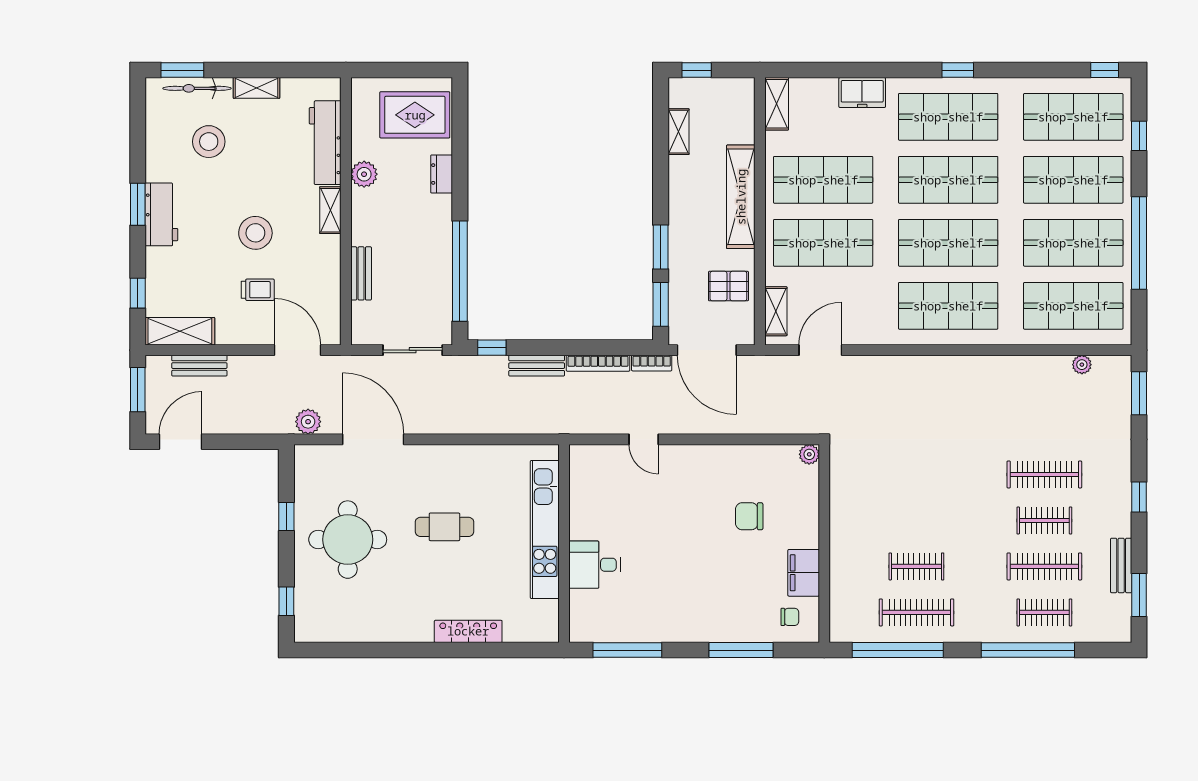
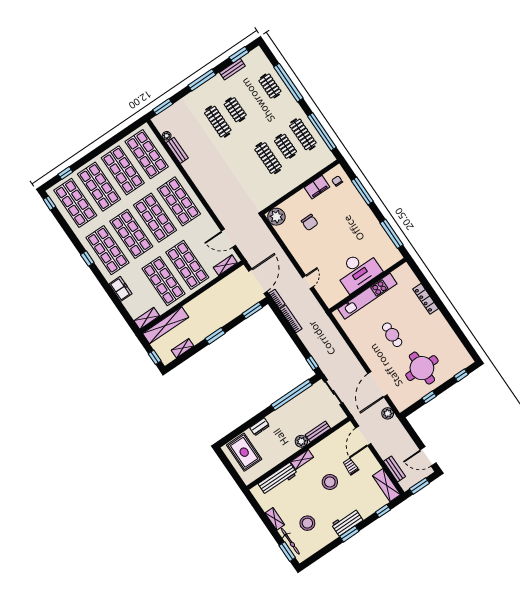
plant: (364, 174) -> (301, 441), moved
shelving: (741, 197) -> (166, 325), moved
window: (1139, 243) -> (106, 145), removed
window: (661, 247) -> (215, 336), moved
pallet: (728, 286) -> (228, 290), removed
bench: (537, 366) -> (177, 150), moved
plant: (809, 454) -> (276, 217), width x1.88, depth x1.88
window: (1139, 497) -> (202, 80), width x2.17
desk: (595, 565) -> (358, 271), width x1.87, depth x1.30
clothes rail: (1044, 566) -> (268, 158), moved

